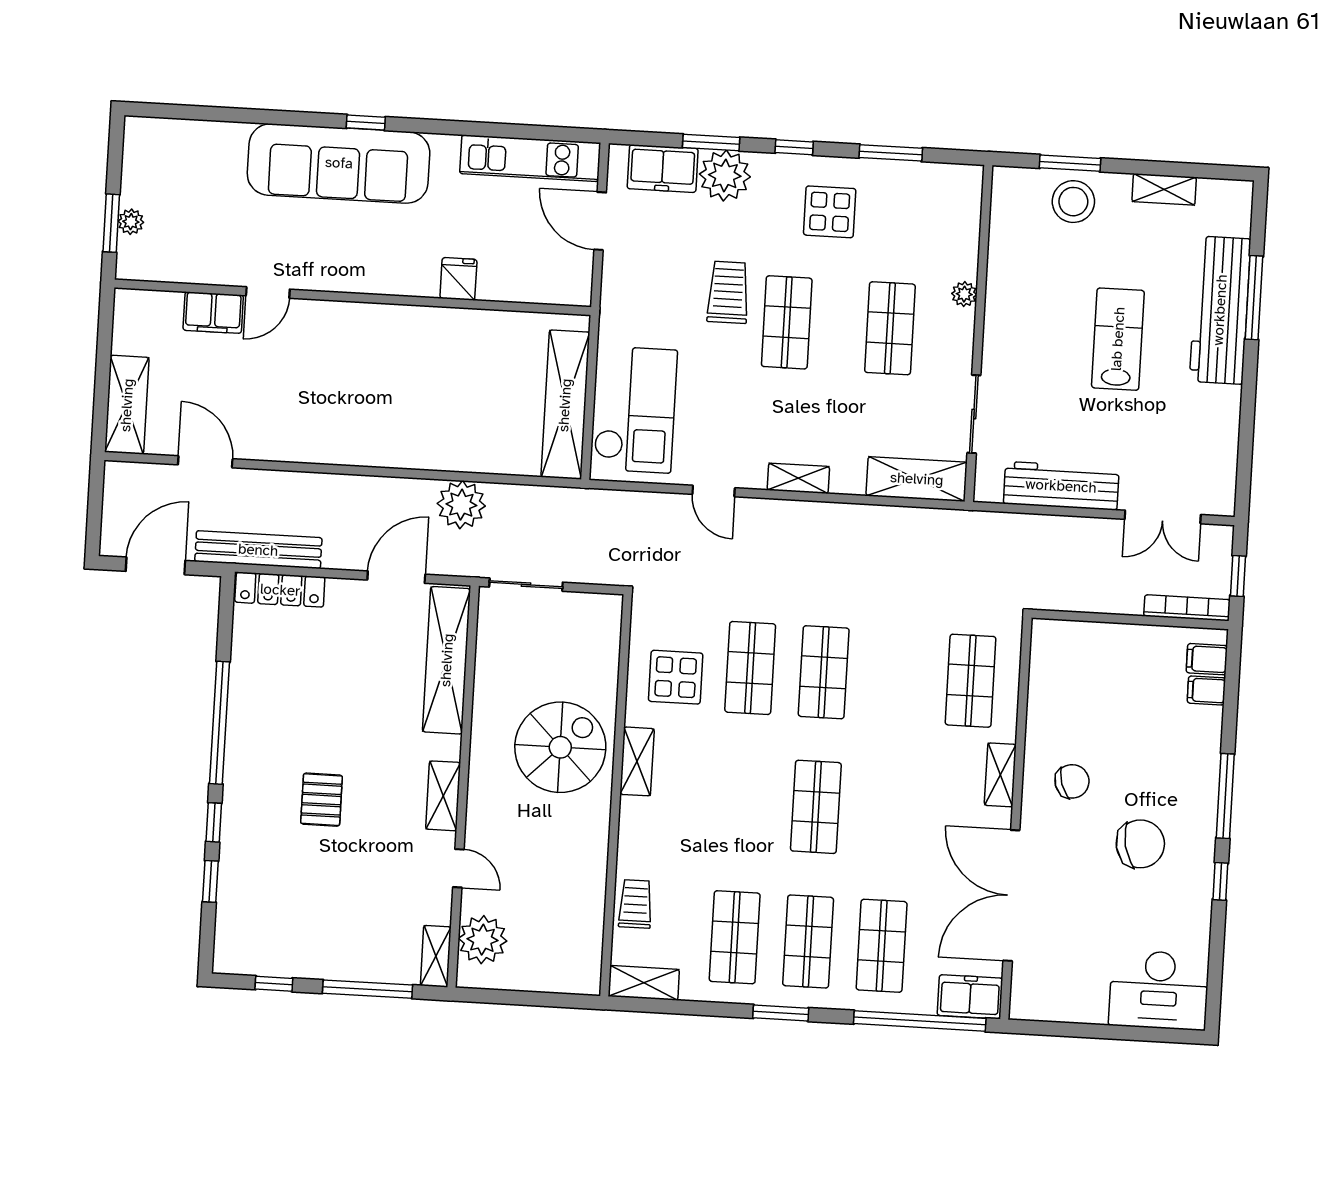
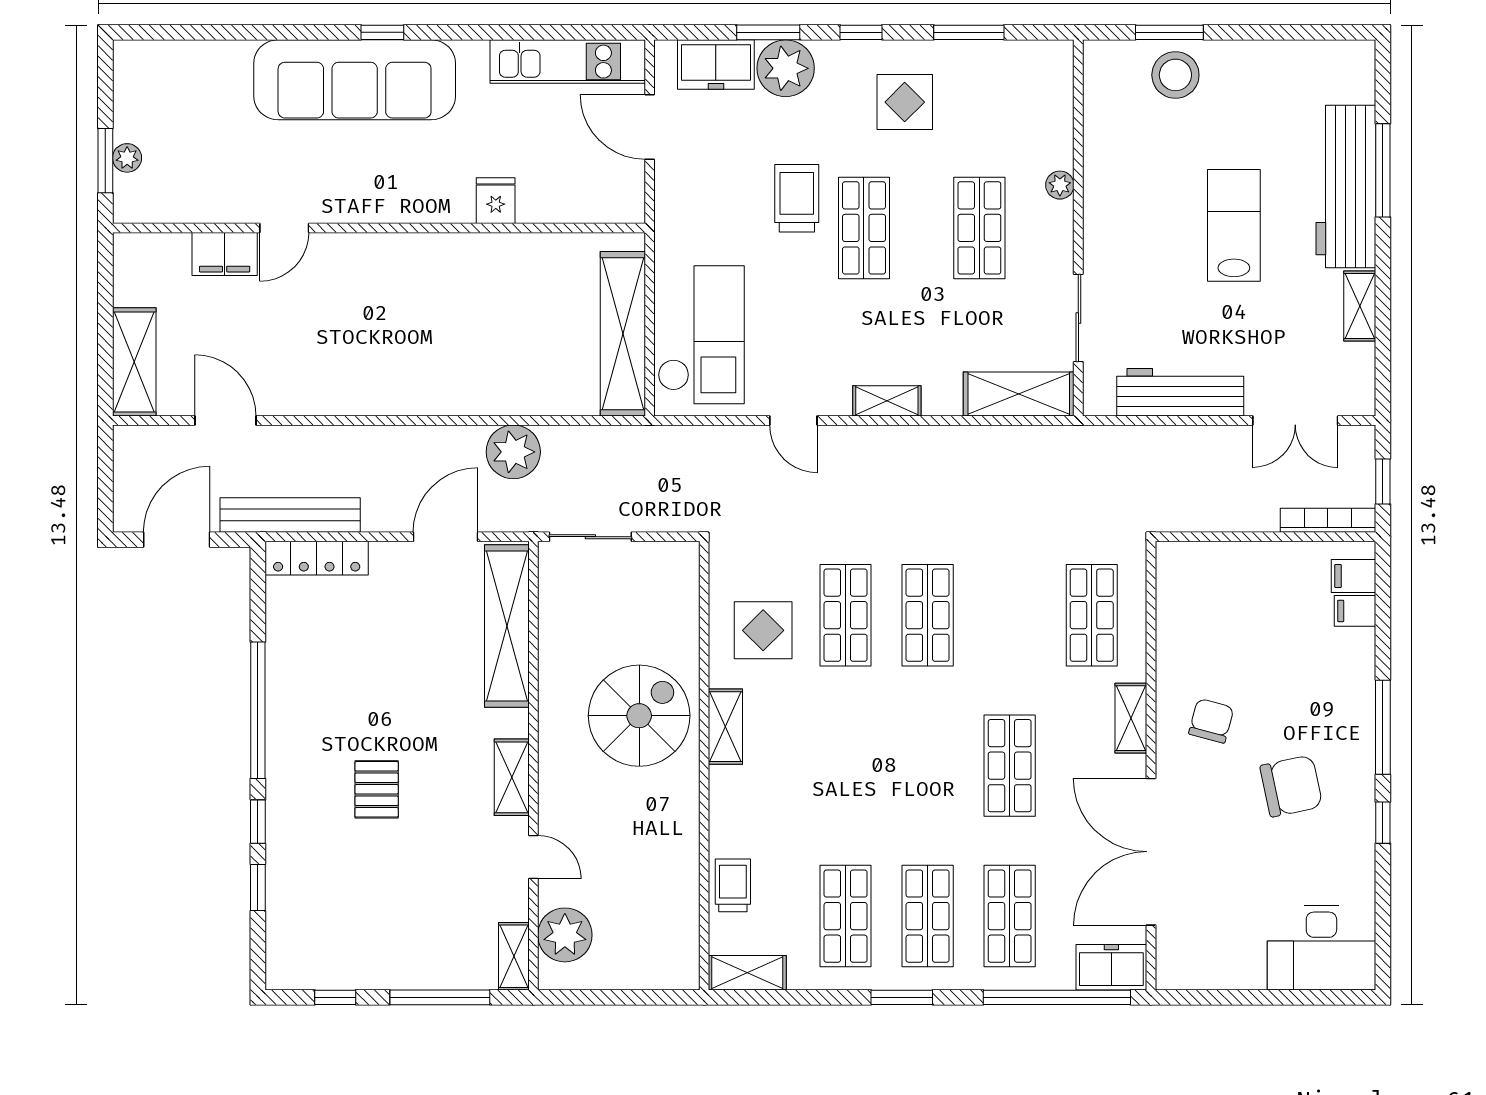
shelving: (1164, 189) -> (1360, 306), moved, turned 90
chair: (1072, 781) -> (1211, 721), turned -57
shop shelf: (816, 807) -> (1010, 766), moved

